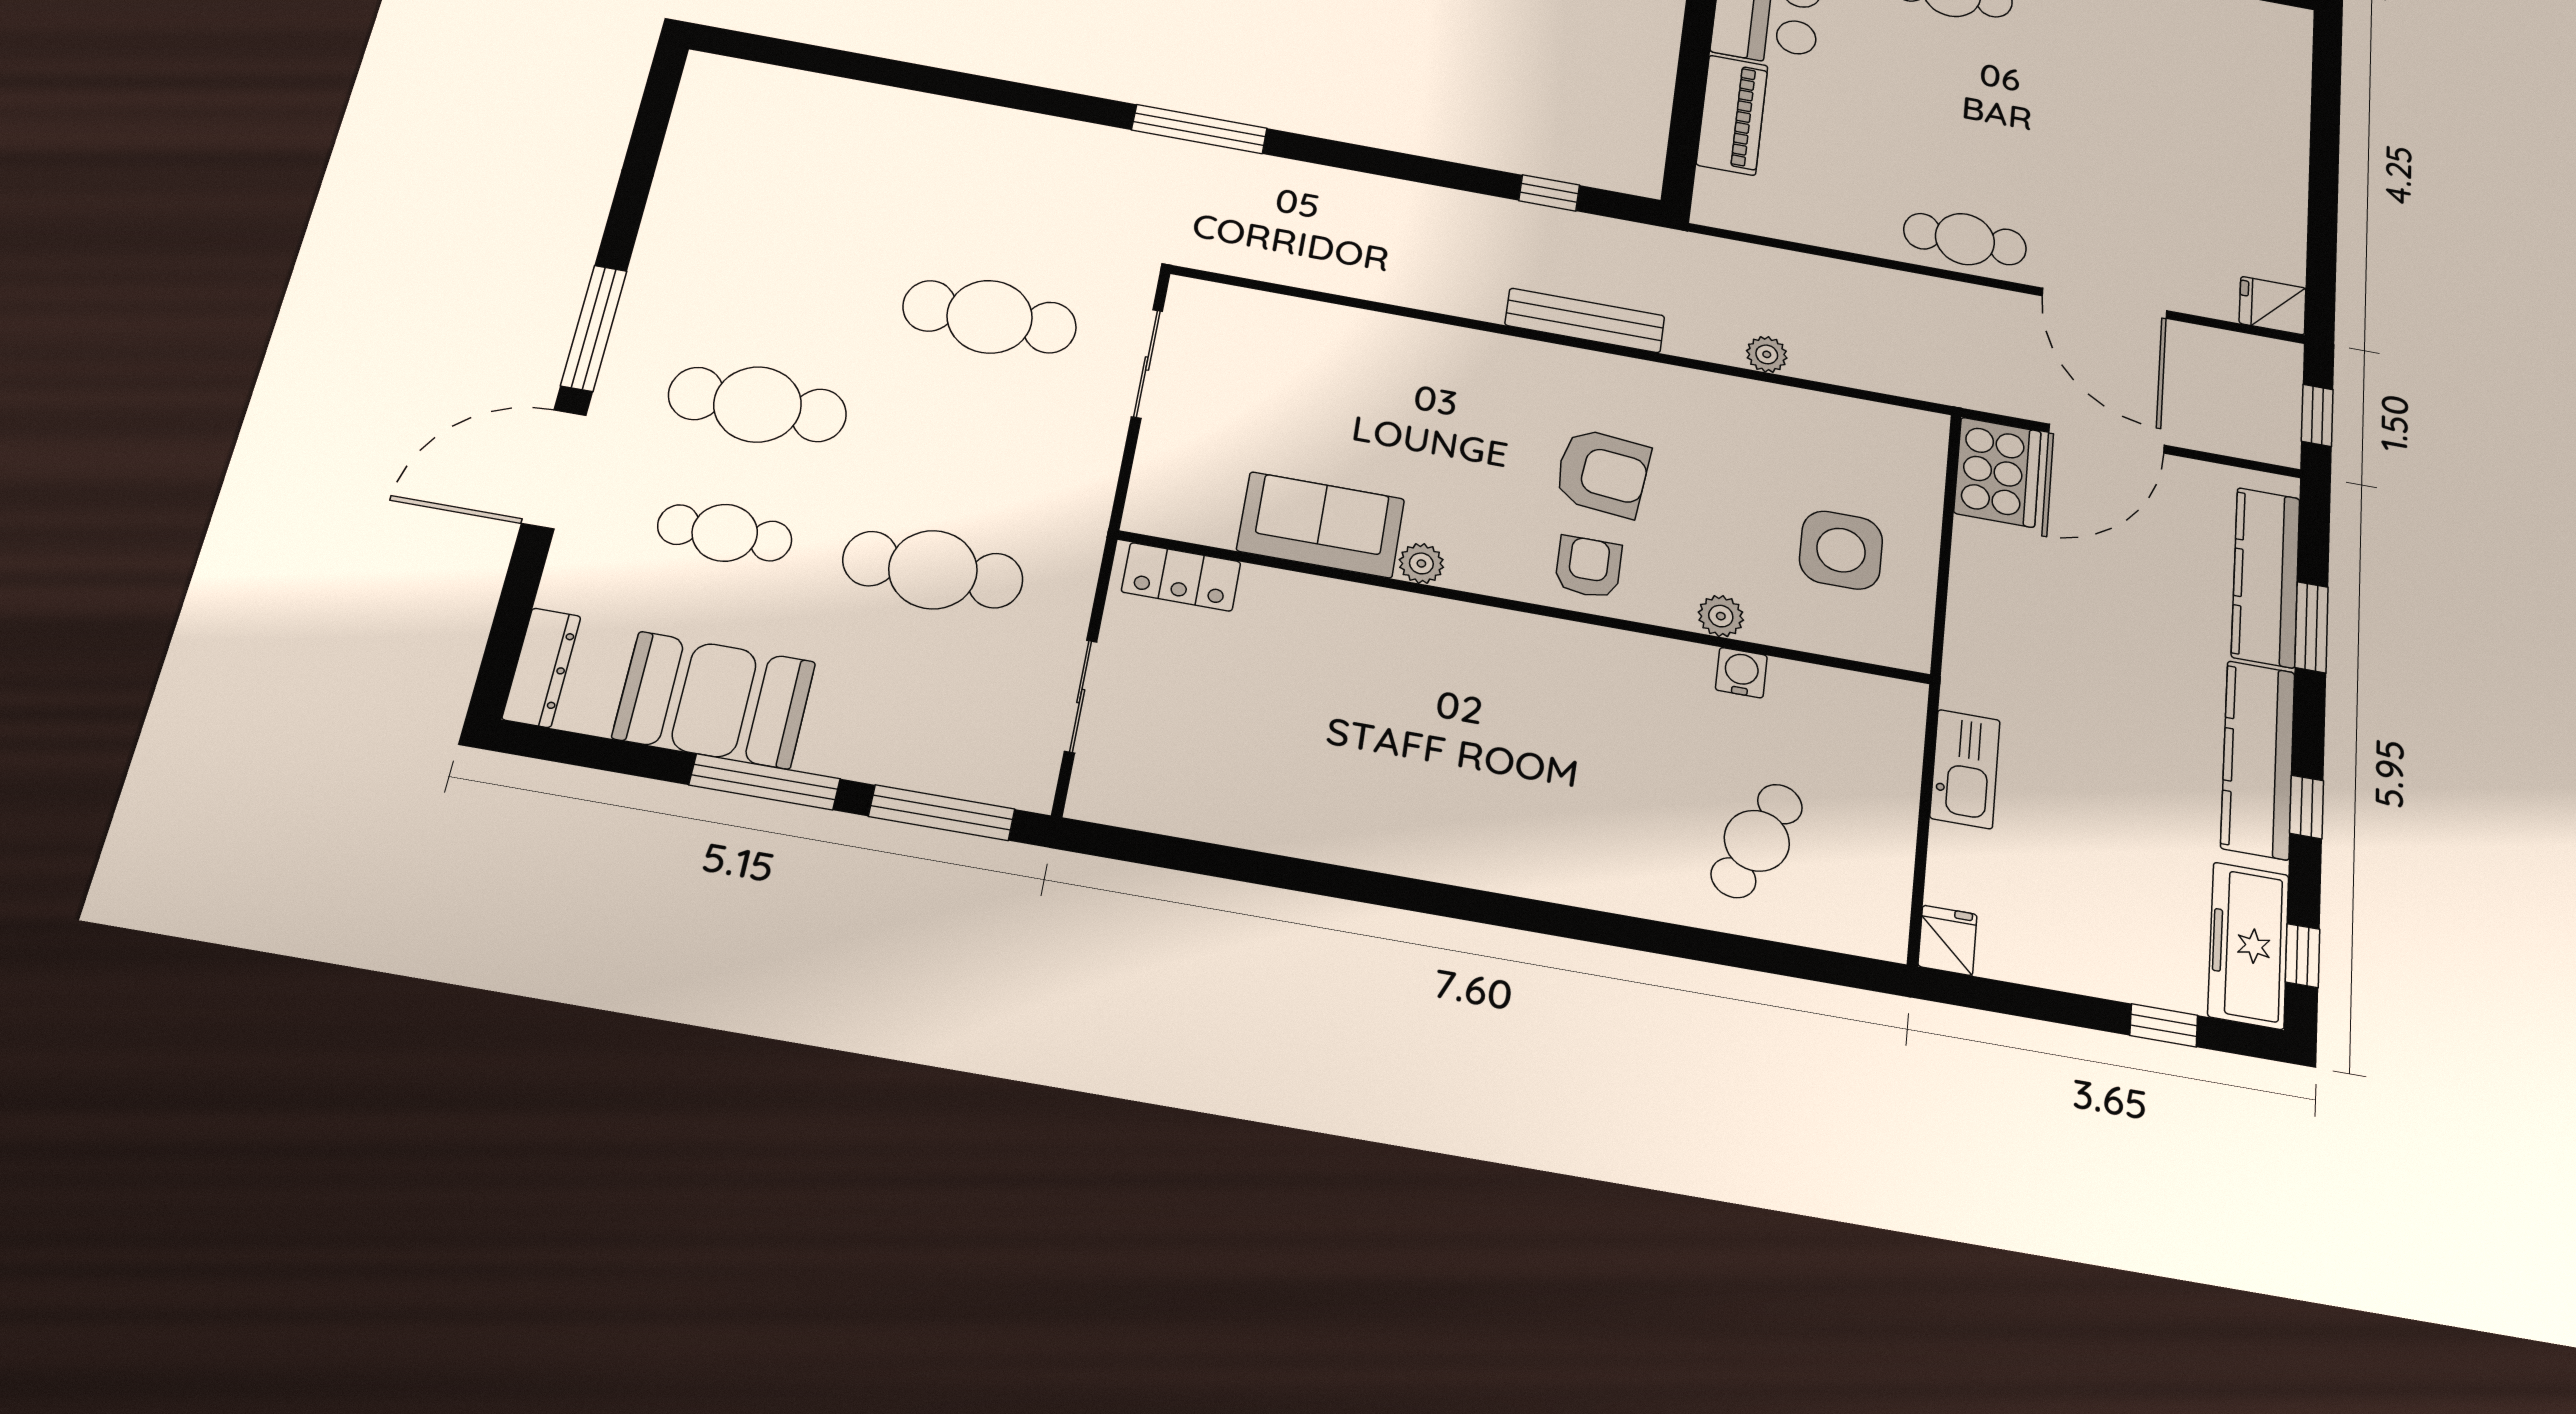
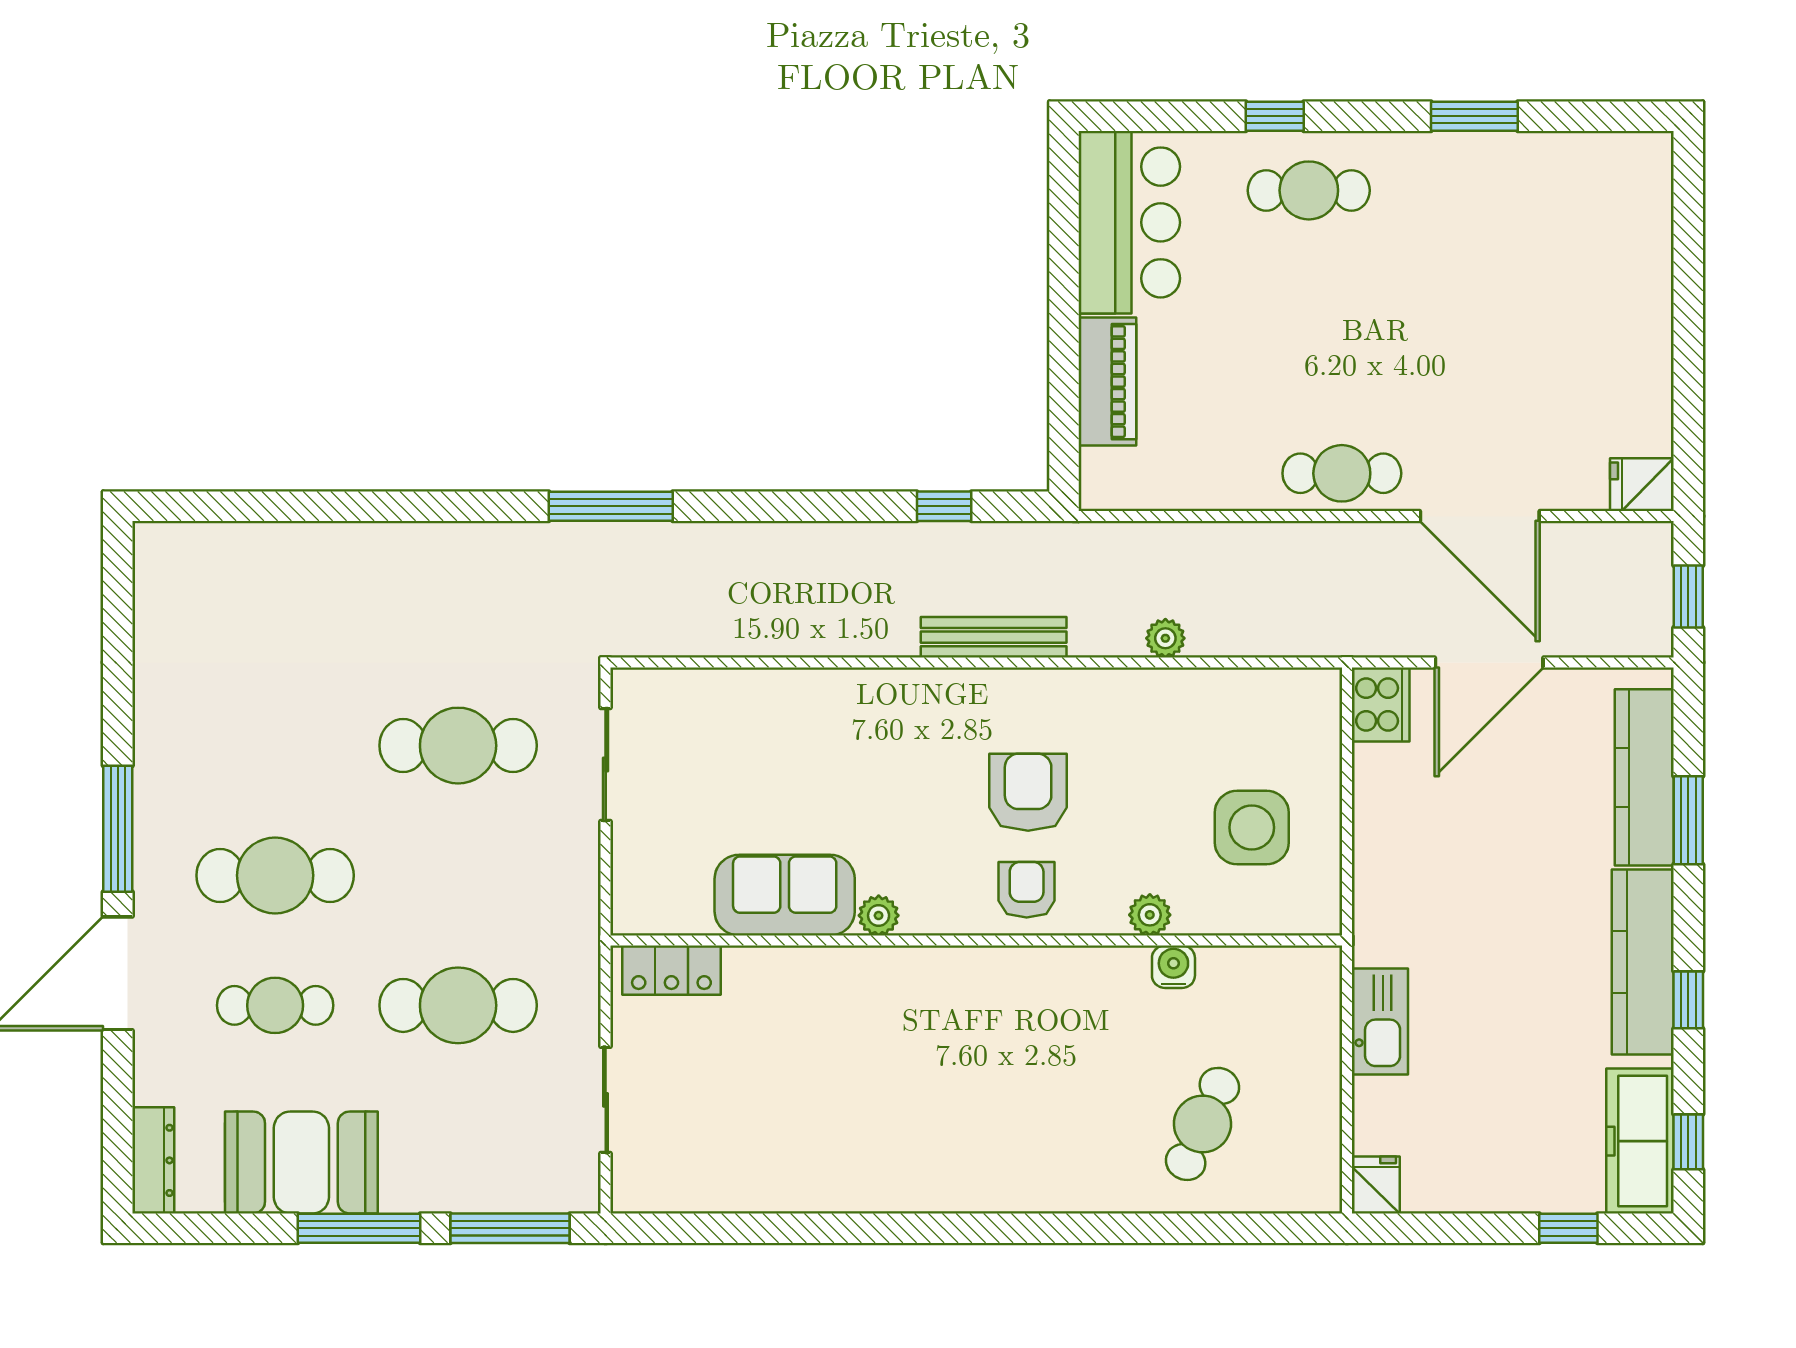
cooker: (1998, 472) -> (1381, 704), width x0.73, depth x0.76
armchair: (1602, 473) -> (1028, 792), turned -96

